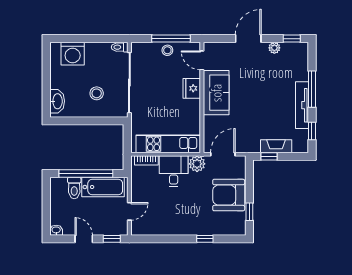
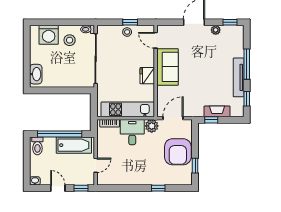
window: (171, 39) -> (130, 22), width x0.46
fridge: (192, 88) -> (147, 76), moved
stool: (97, 93) -> (70, 40), moved
toilet: (74, 188) -> (37, 146), moved
armchair: (229, 195) -> (178, 152), turned -90

